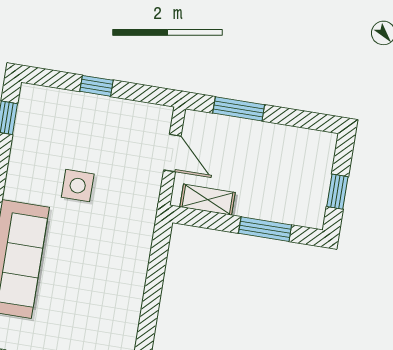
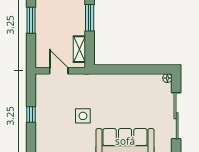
window: (239, 109) -> (31, 20), moved
door: (172, 153) -> (59, 71), hinge flipped

